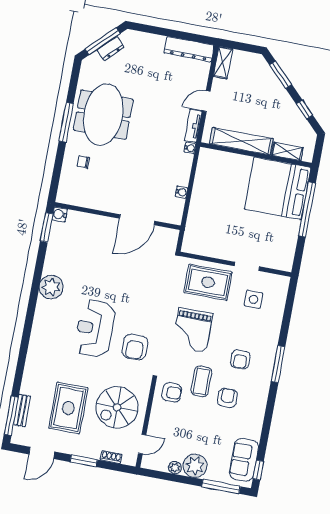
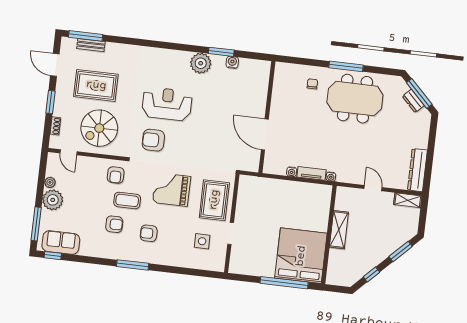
tv unit: (193, 126) -> (311, 173), moved
shelving: (241, 141) -> (339, 230), width x0.68
shelving: (287, 151) -> (334, 262), removed
water cooler: (60, 214) -> (232, 62), moved
window: (46, 227) -> (221, 52), moved
window: (278, 364) -> (133, 265), moved
spiral stairs: (117, 407) -> (99, 128), turned -90

